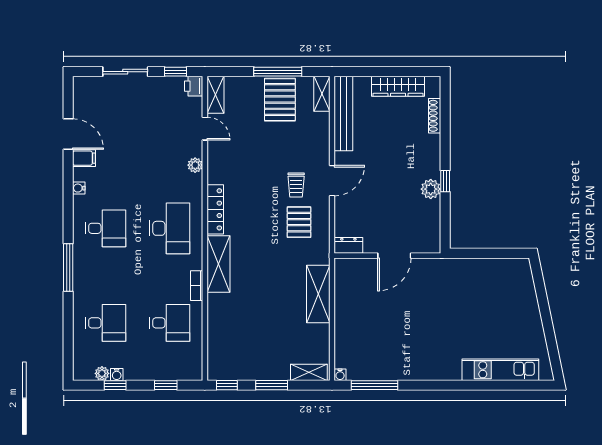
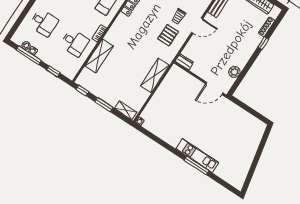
window: (445, 181) -> (263, 43), moved
plant: (431, 189) -> (234, 72), moved
door: (394, 256) -> (214, 88), moved
shelving: (218, 264) -> (99, 56), moved
kitchen unit: (500, 370) -> (197, 156), moved
window: (115, 385) -> (29, 55), width x2.17
window: (375, 385) -> (197, 166), moved

